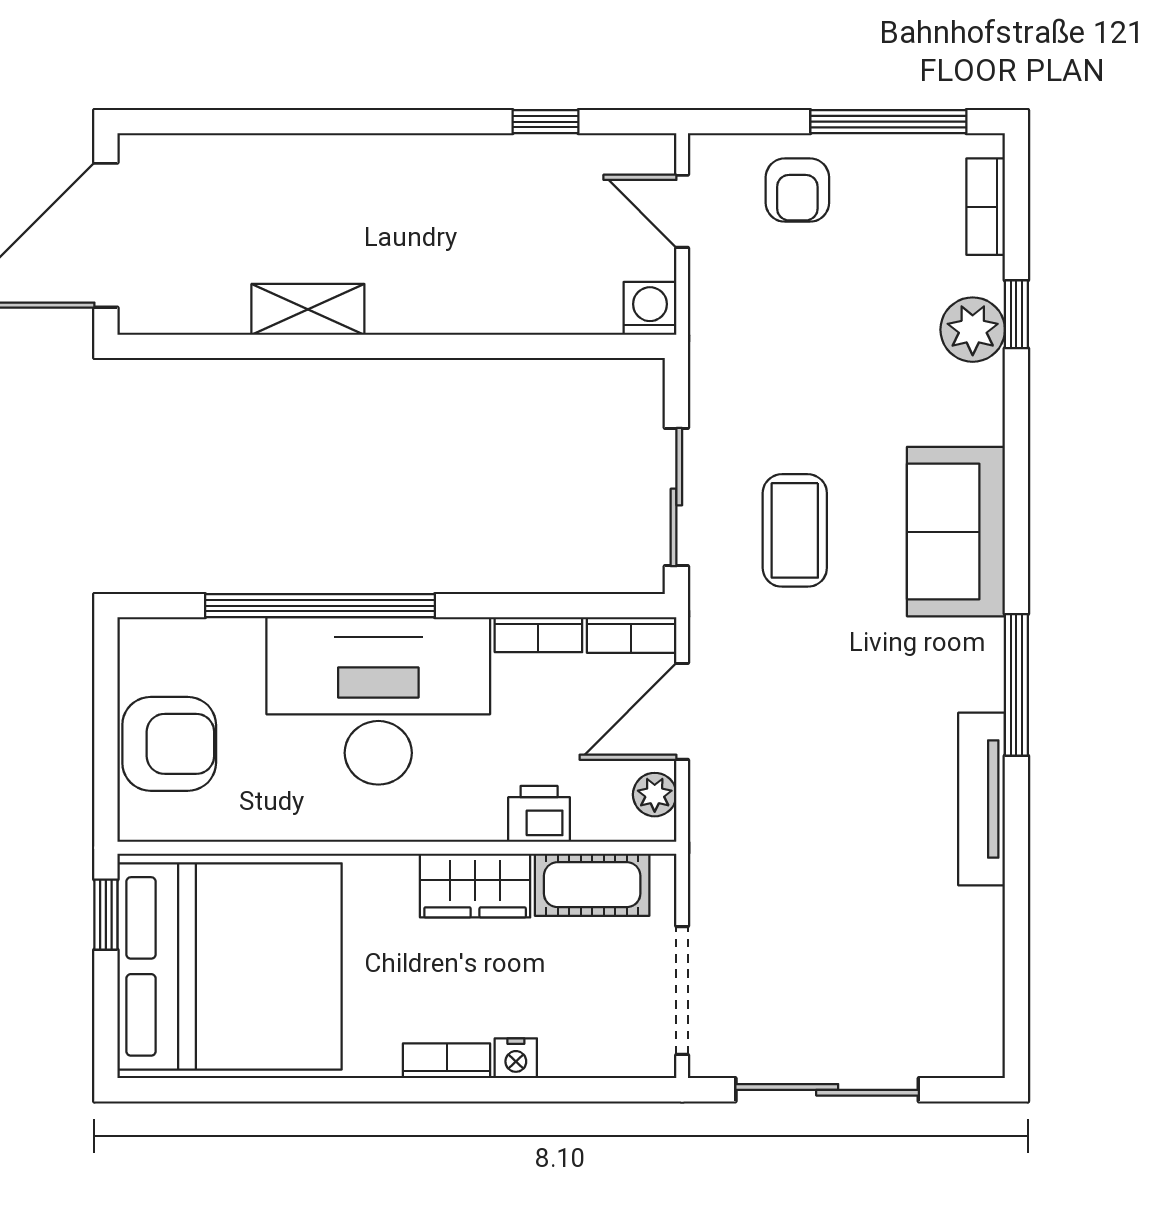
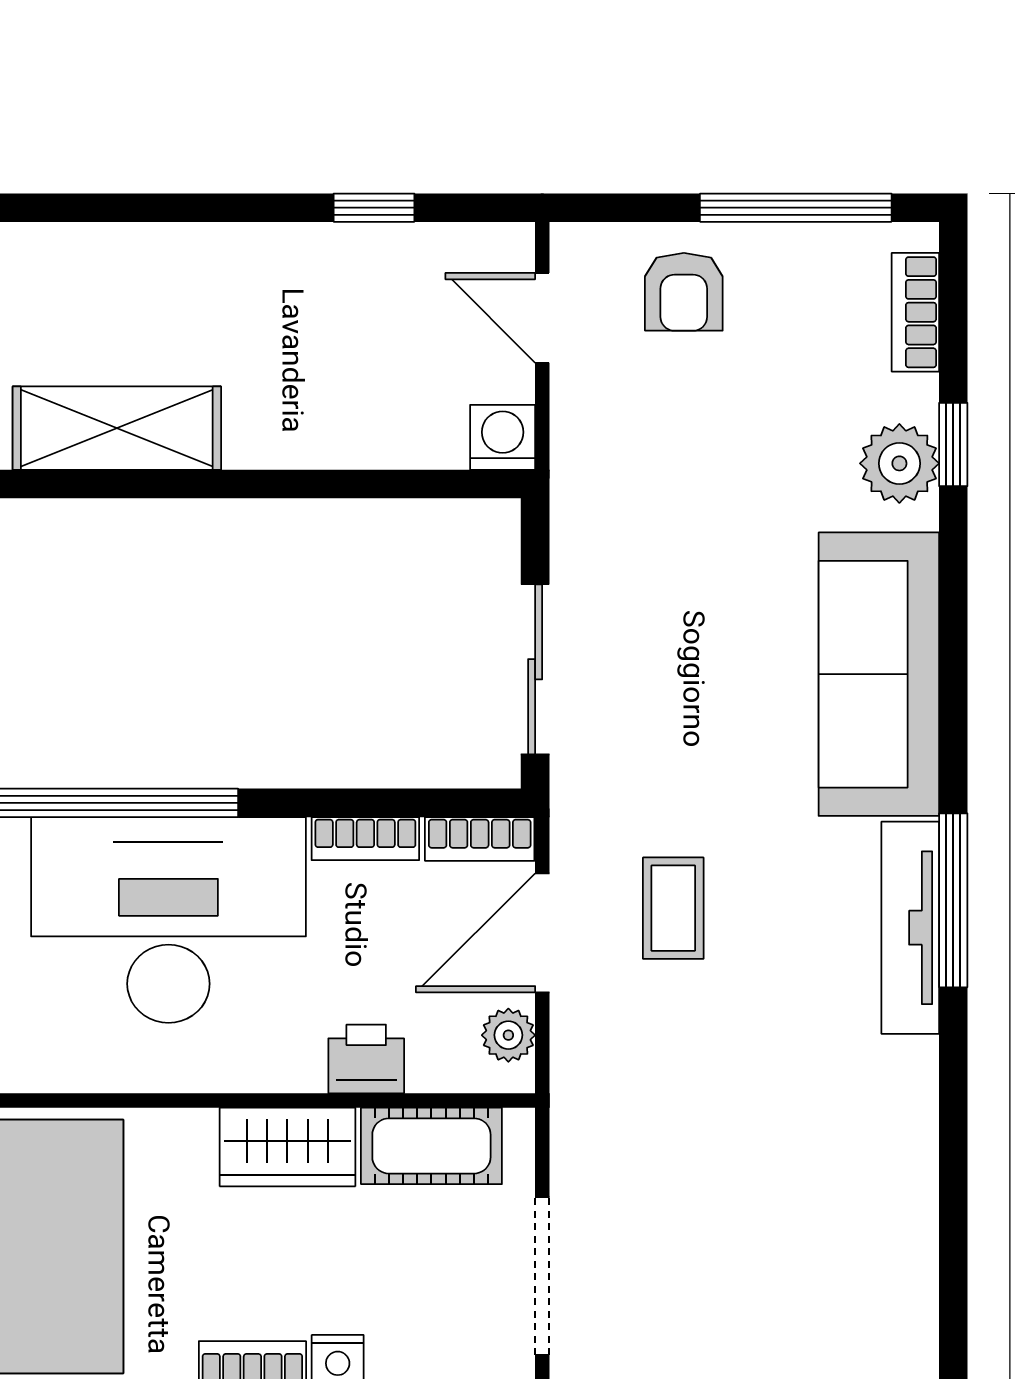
shelving: (308, 309) -> (117, 428), width x1.50, depth x1.33
coffee table: (795, 530) -> (673, 908), moved, width x0.73, depth x0.77
sofa: (956, 532) -> (879, 674), width x1.36
tv unit: (982, 799) -> (910, 928), moved

